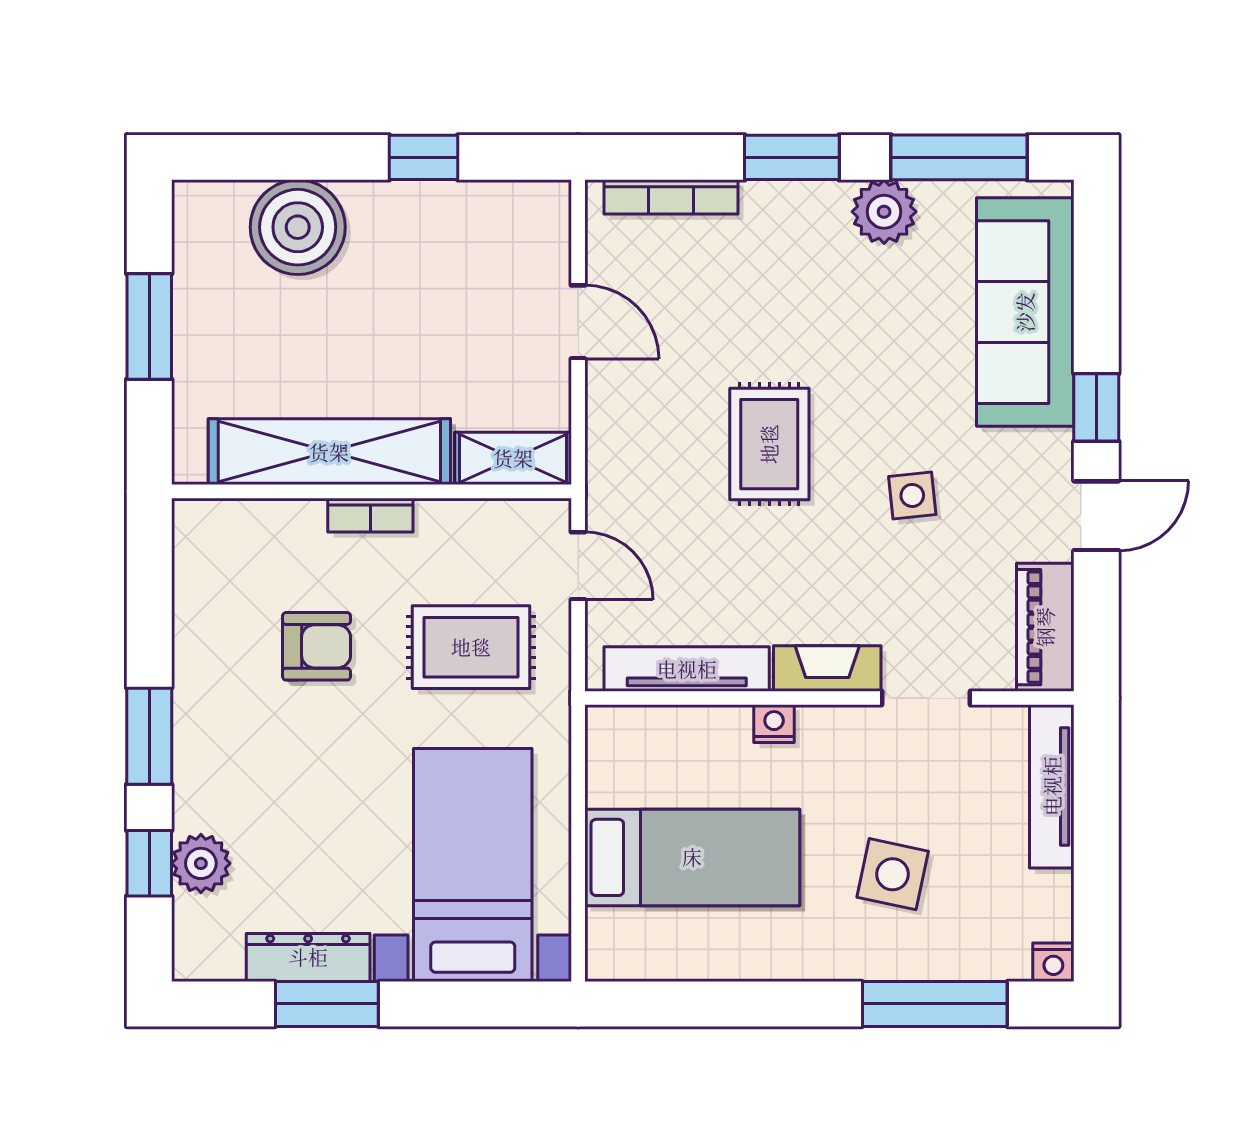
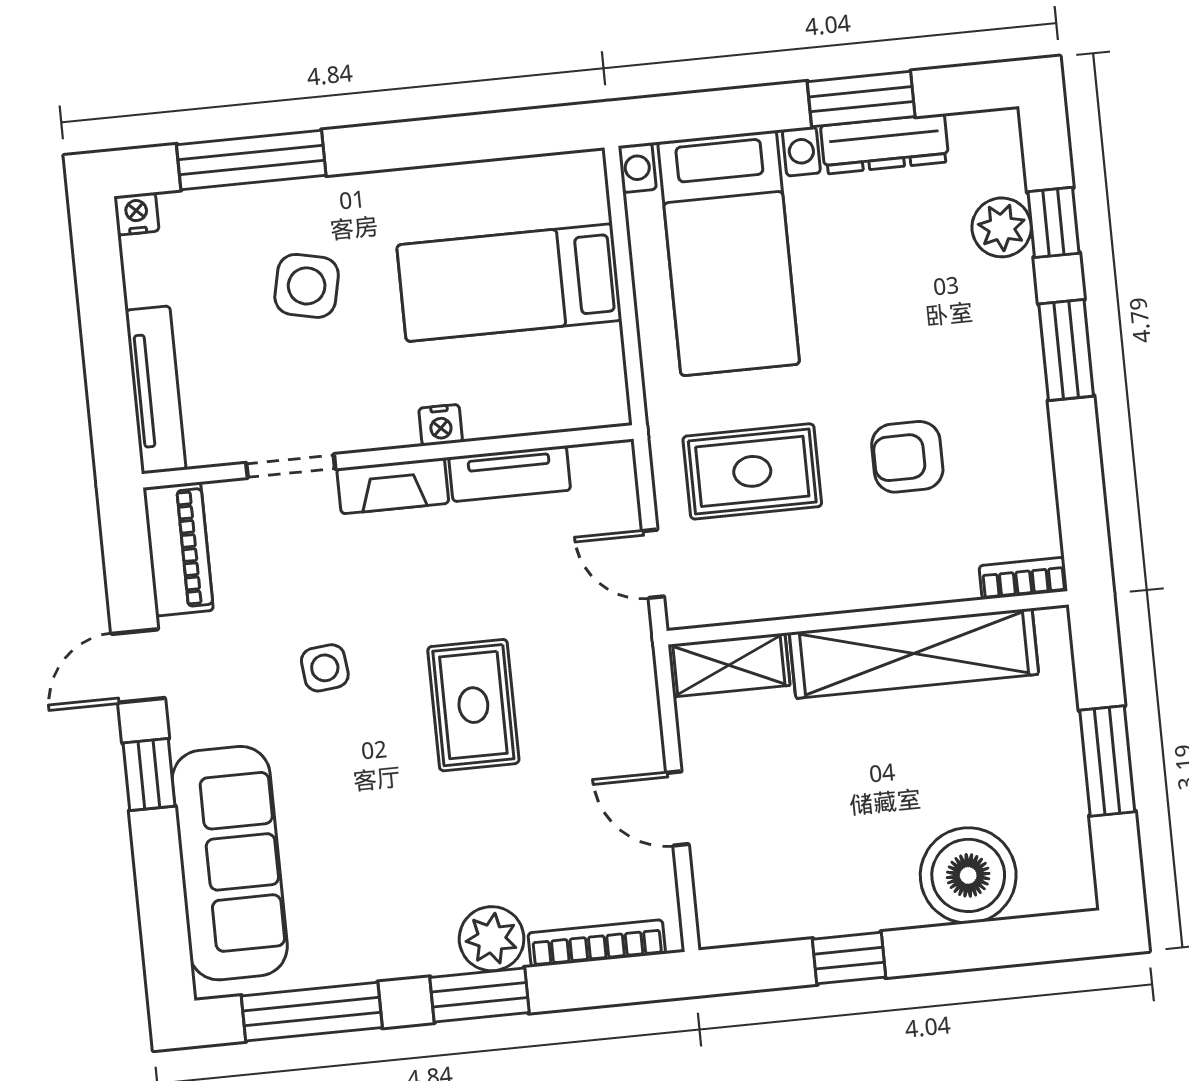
plant: (884, 212) -> (492, 939), moved
bookcase: (370, 515) -> (1023, 578), moved
tv unit: (687, 669) -> (510, 474), width x0.71

